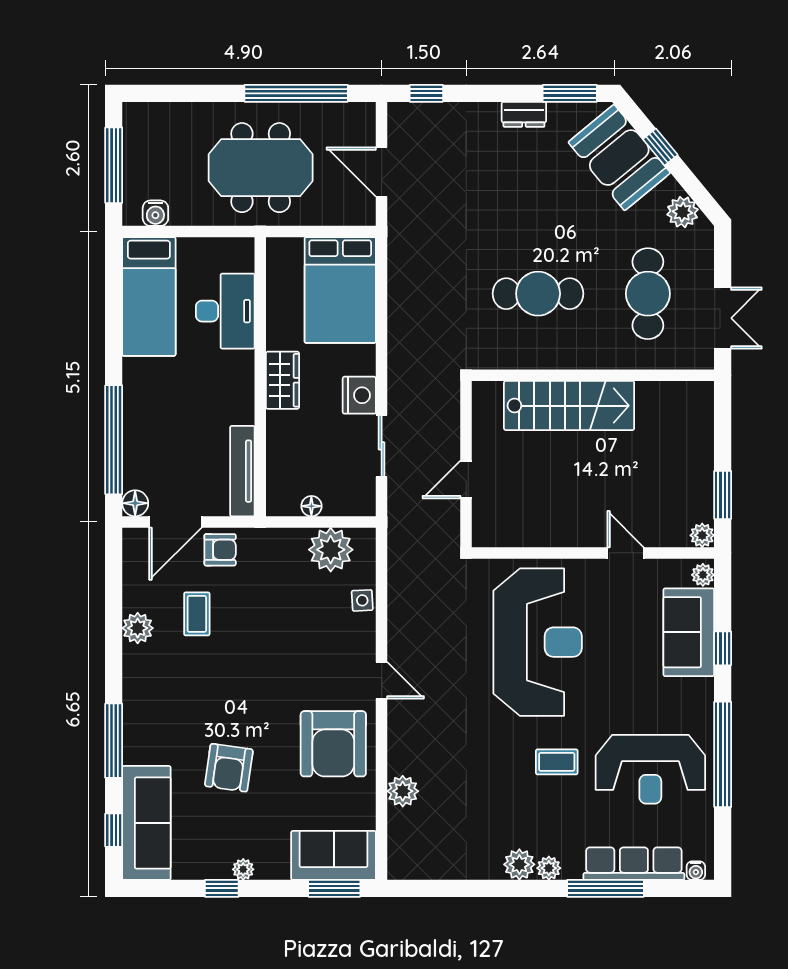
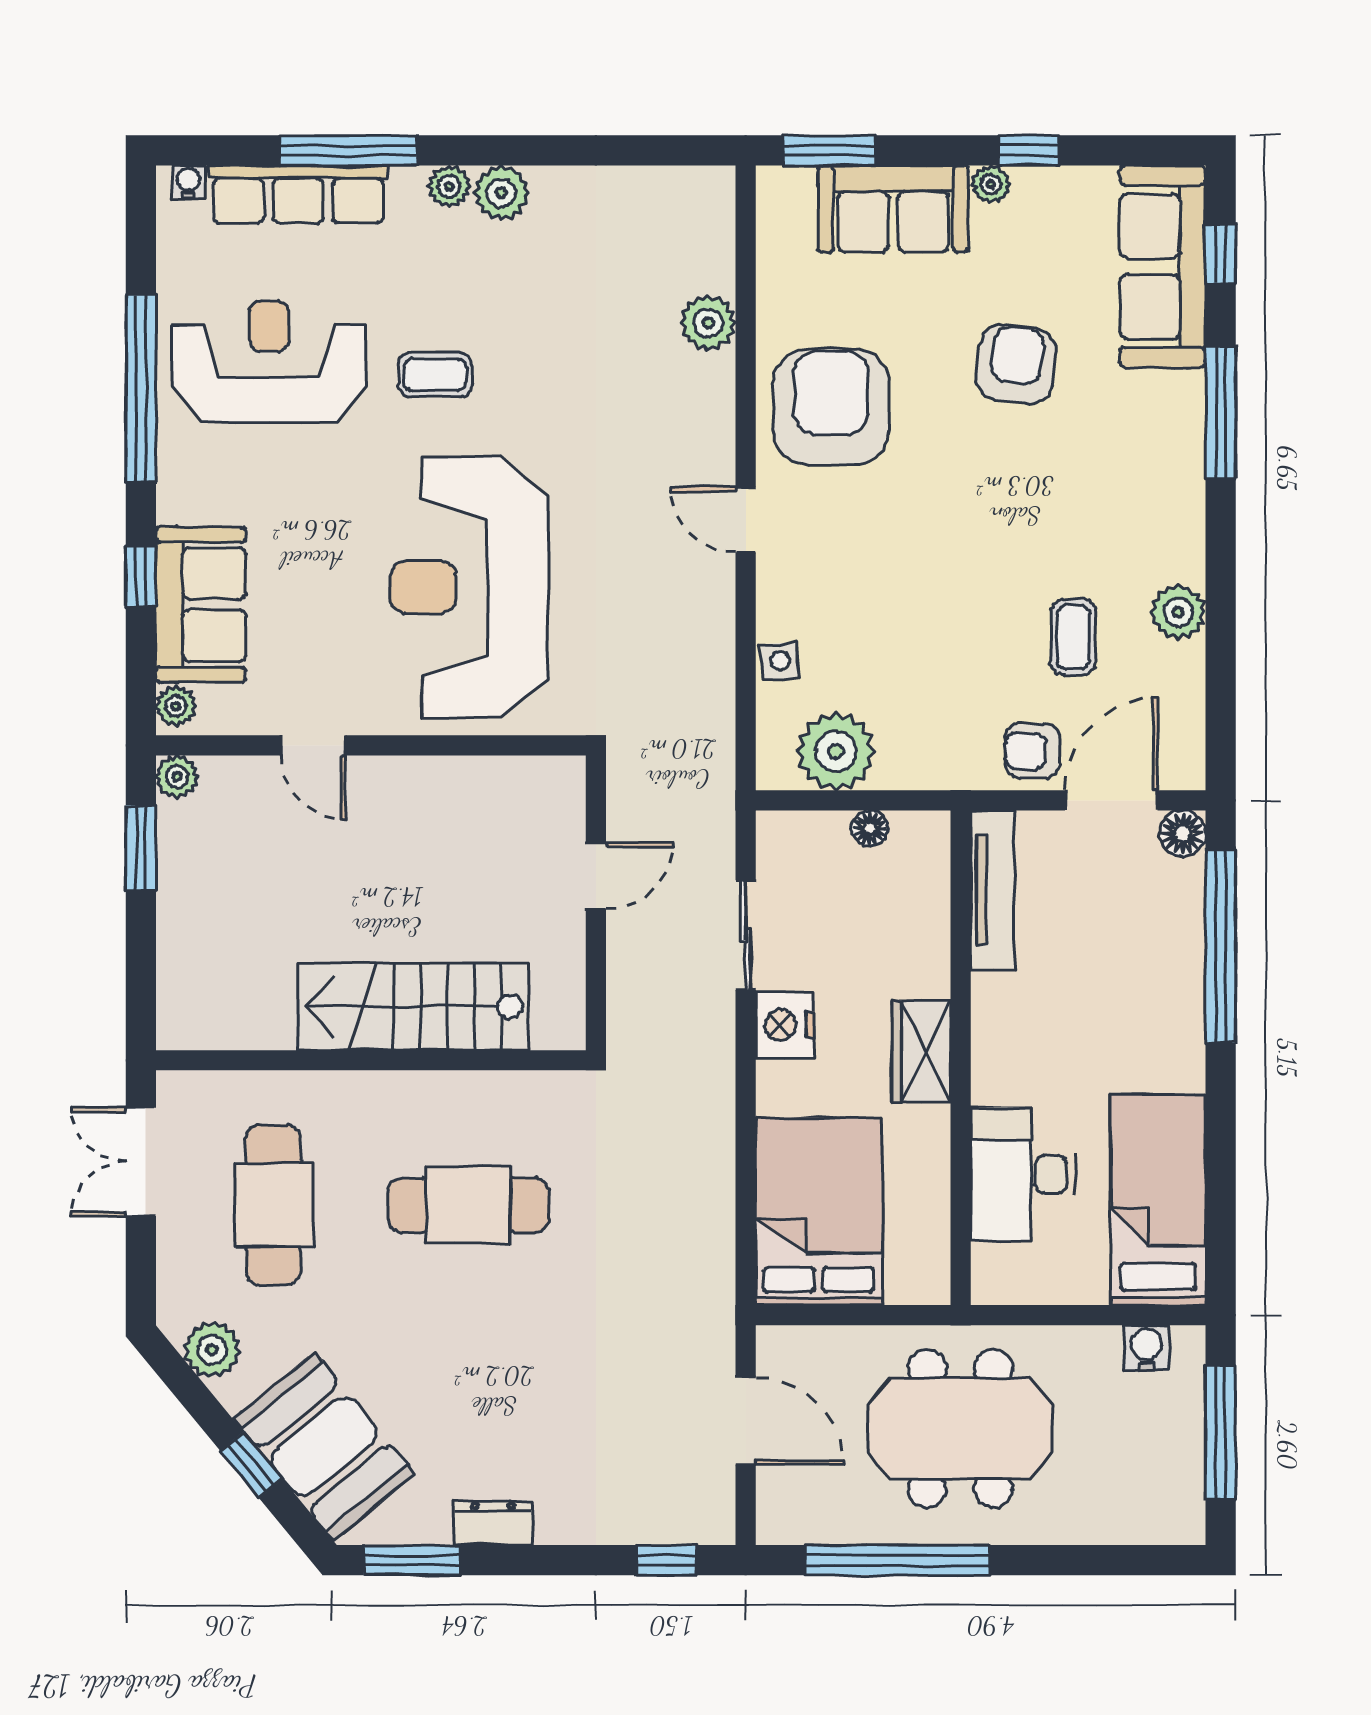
sofa: (334, 855) -> (893, 209), moved

